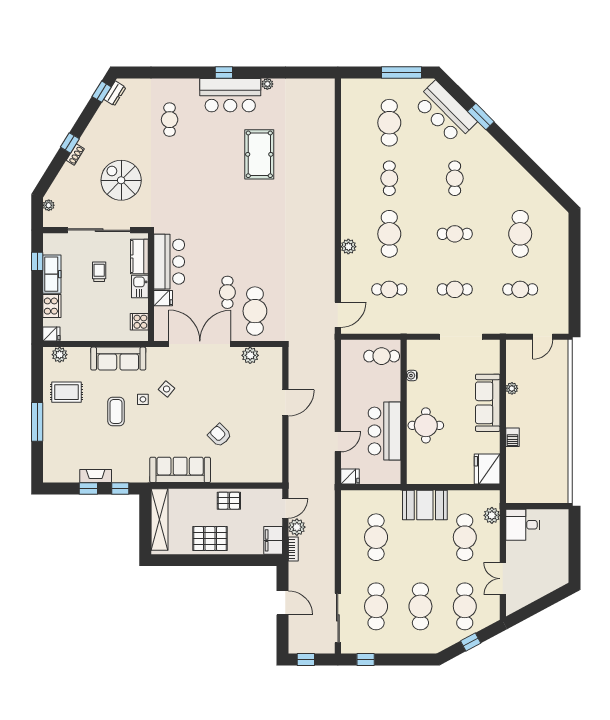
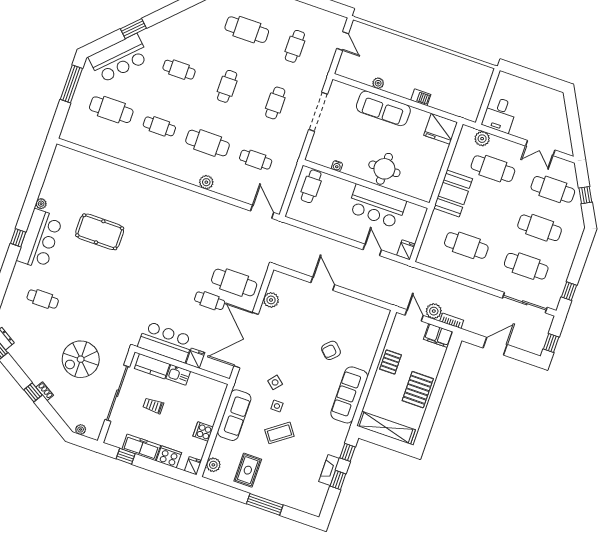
cafe table: (389, 289) -> (256, 160), turned 90
cooker: (139, 322) -> (203, 432), moved, turned 90
coffee table: (116, 411) -> (279, 433), turned -36

